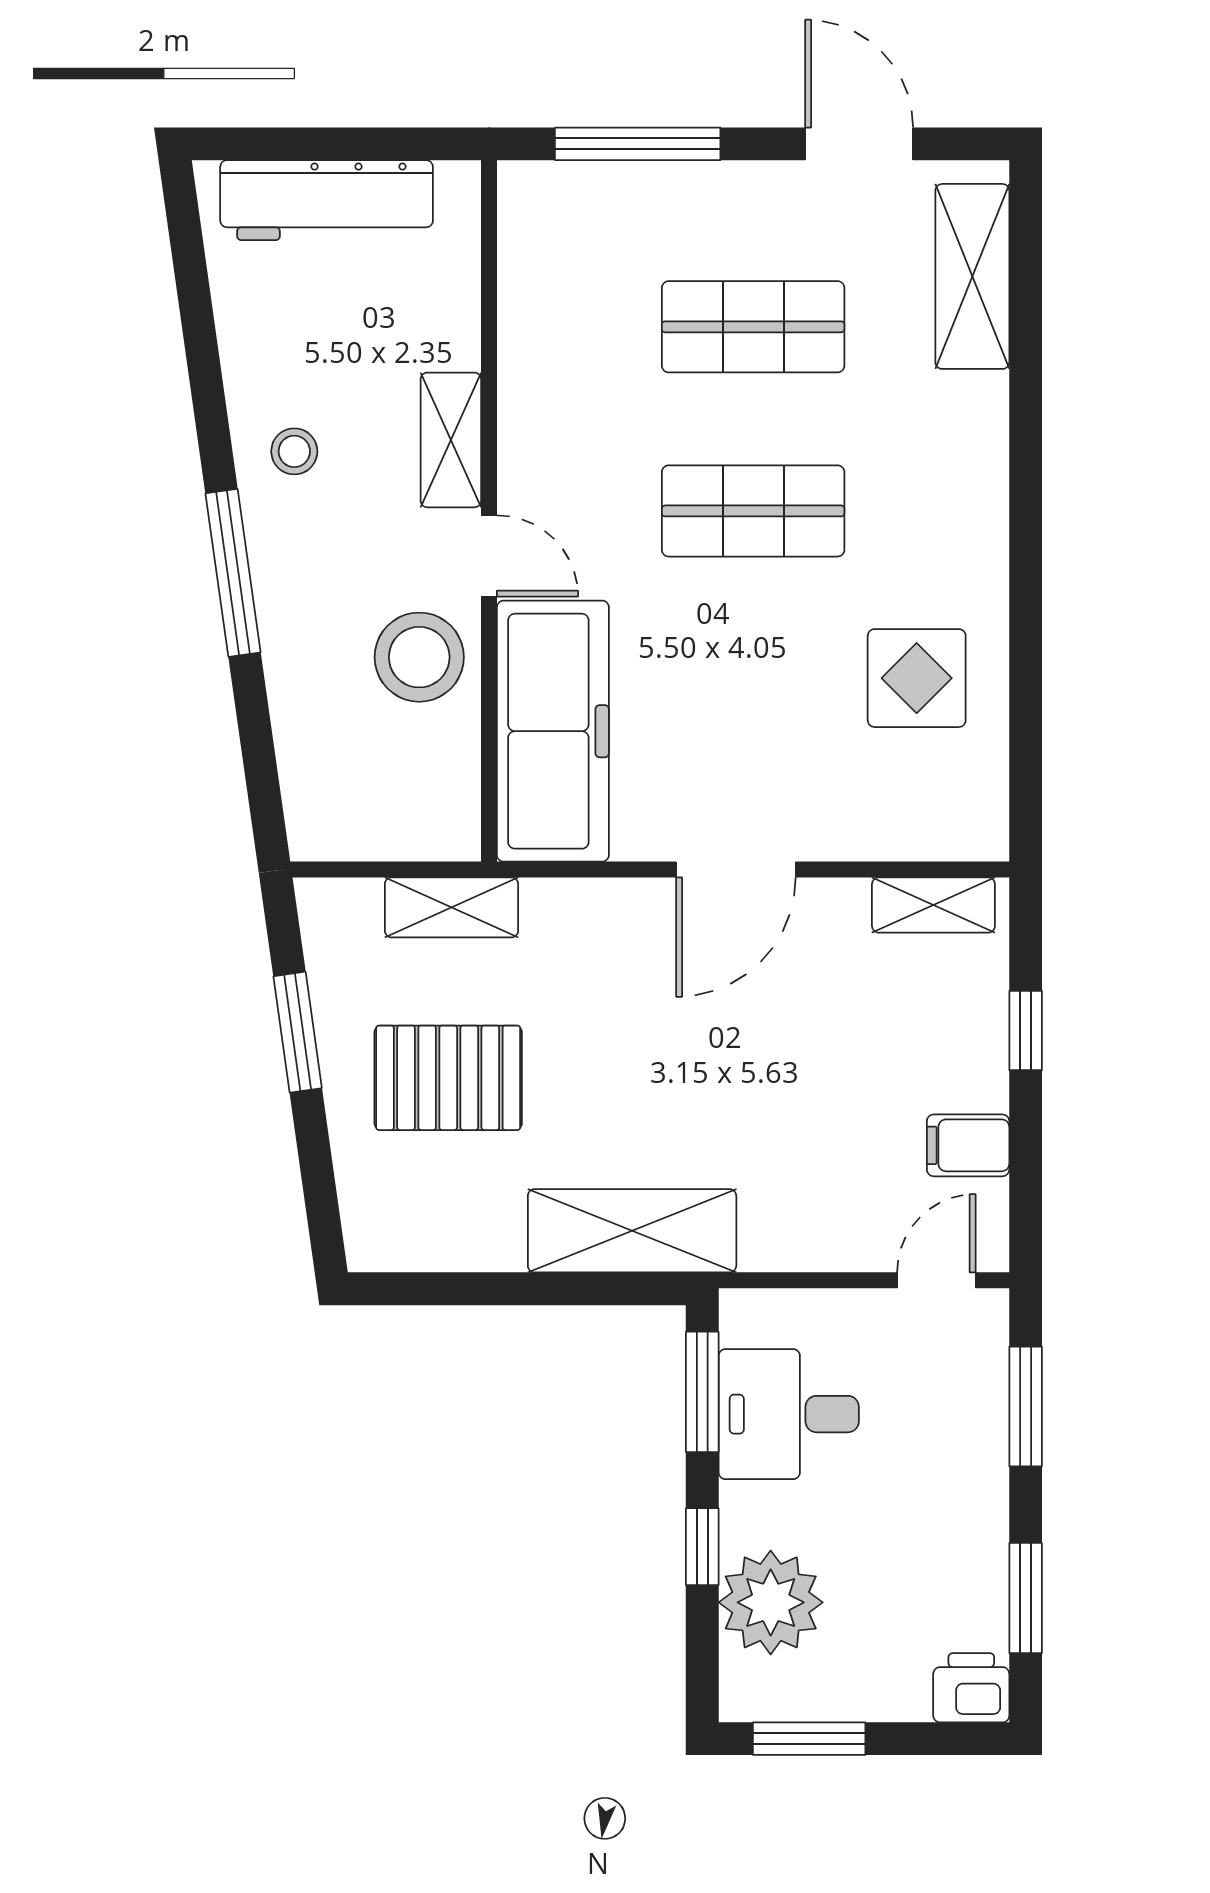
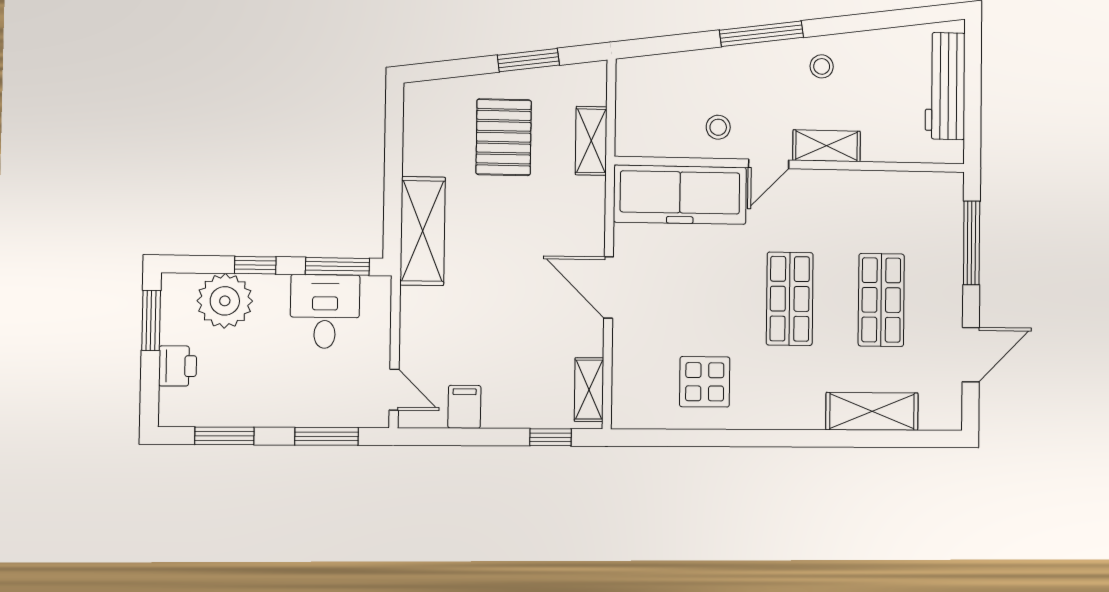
shelving: (972, 276) -> (872, 411), moved
stool: (419, 657) -> (718, 127), width x0.53, depth x0.53
window: (1026, 1031) -> (551, 437), moved
printer: (971, 1688) -> (178, 366), moved

